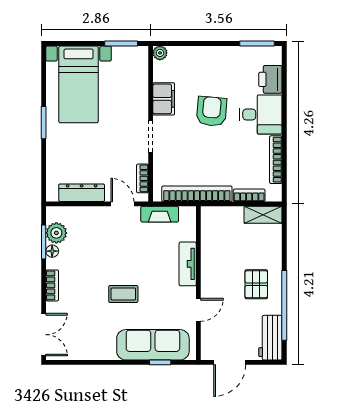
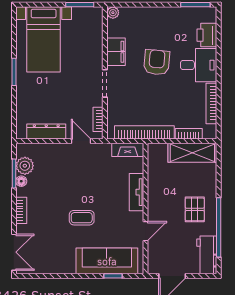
fireplace: (160, 214) -> (128, 150), moved
shelving: (263, 215) -> (192, 153), width x1.50, depth x1.33

